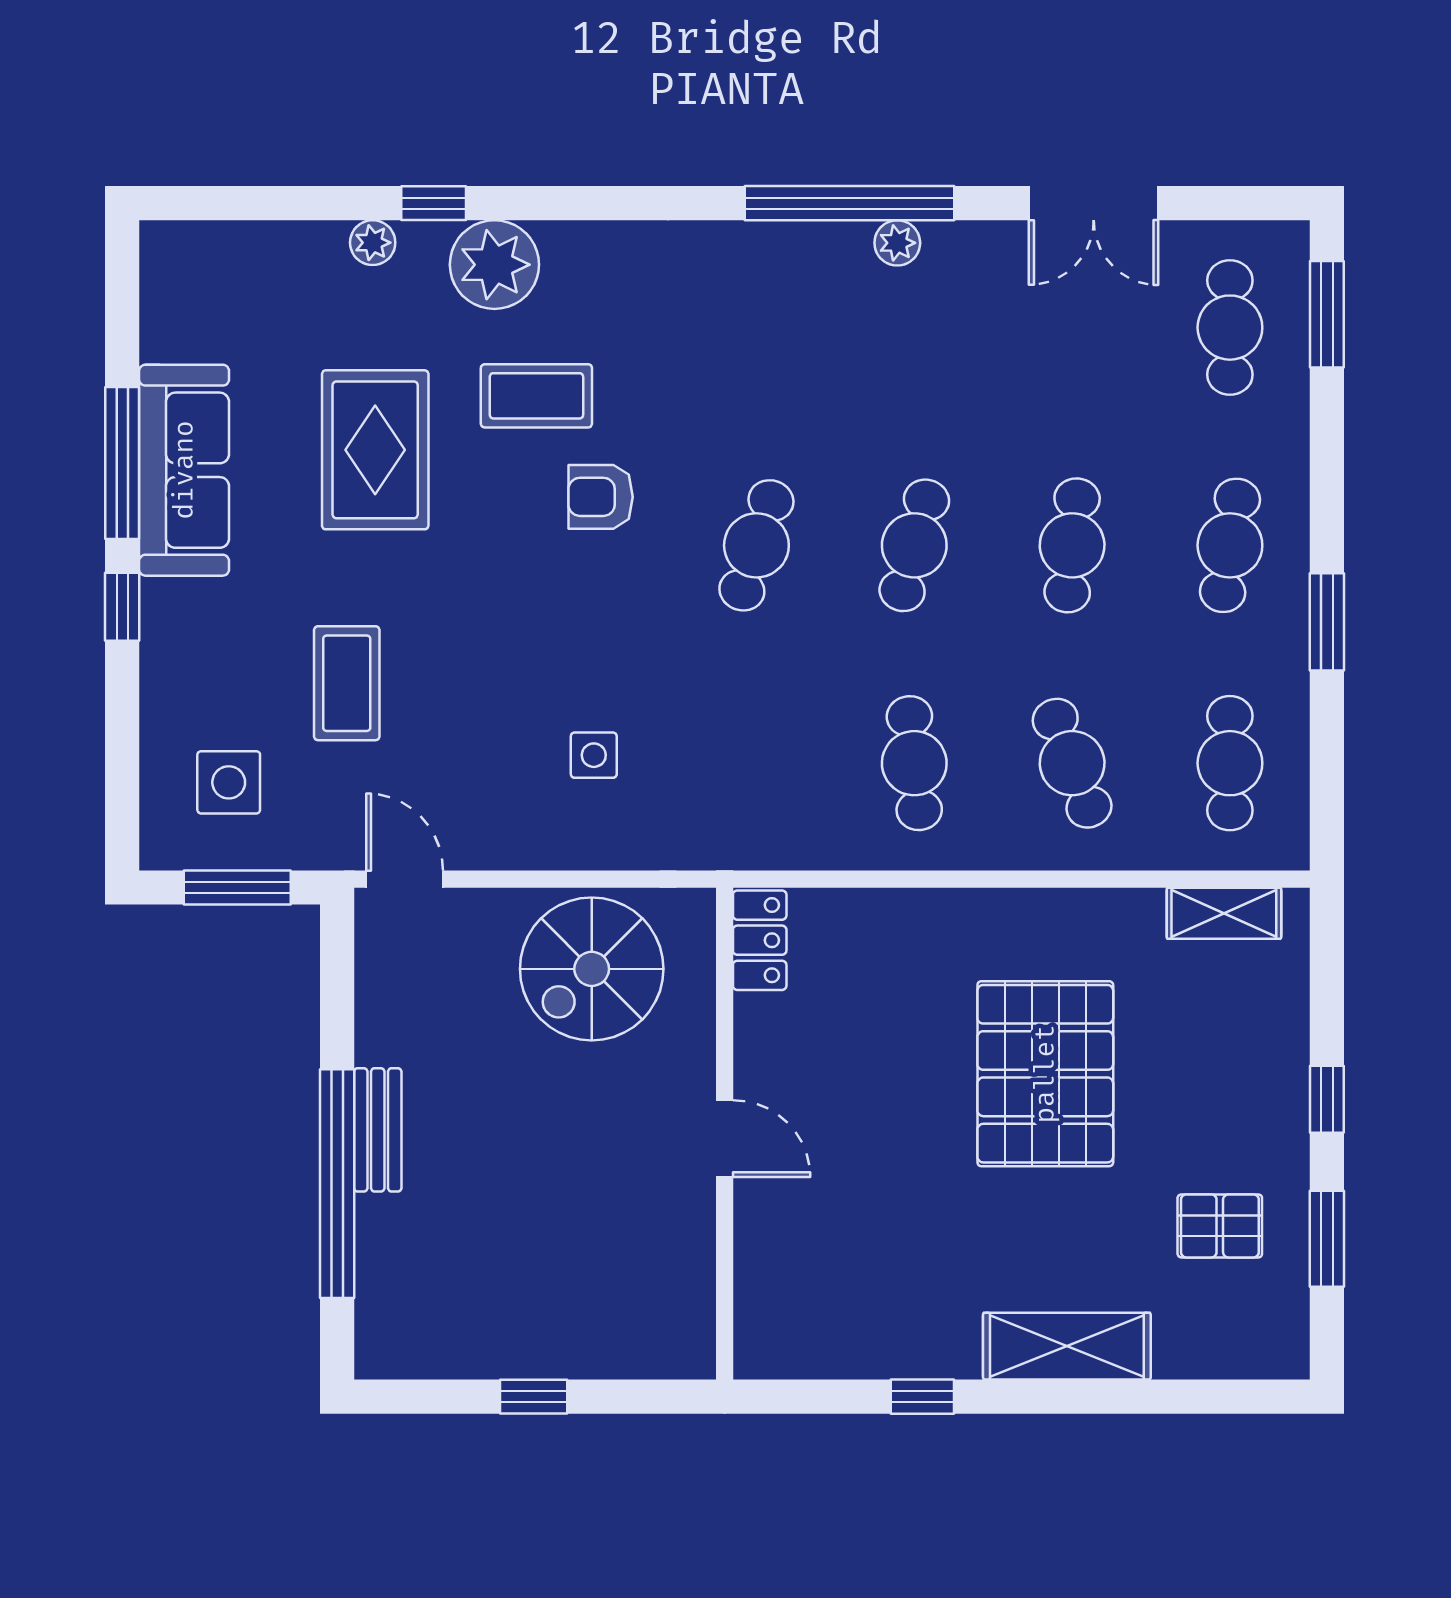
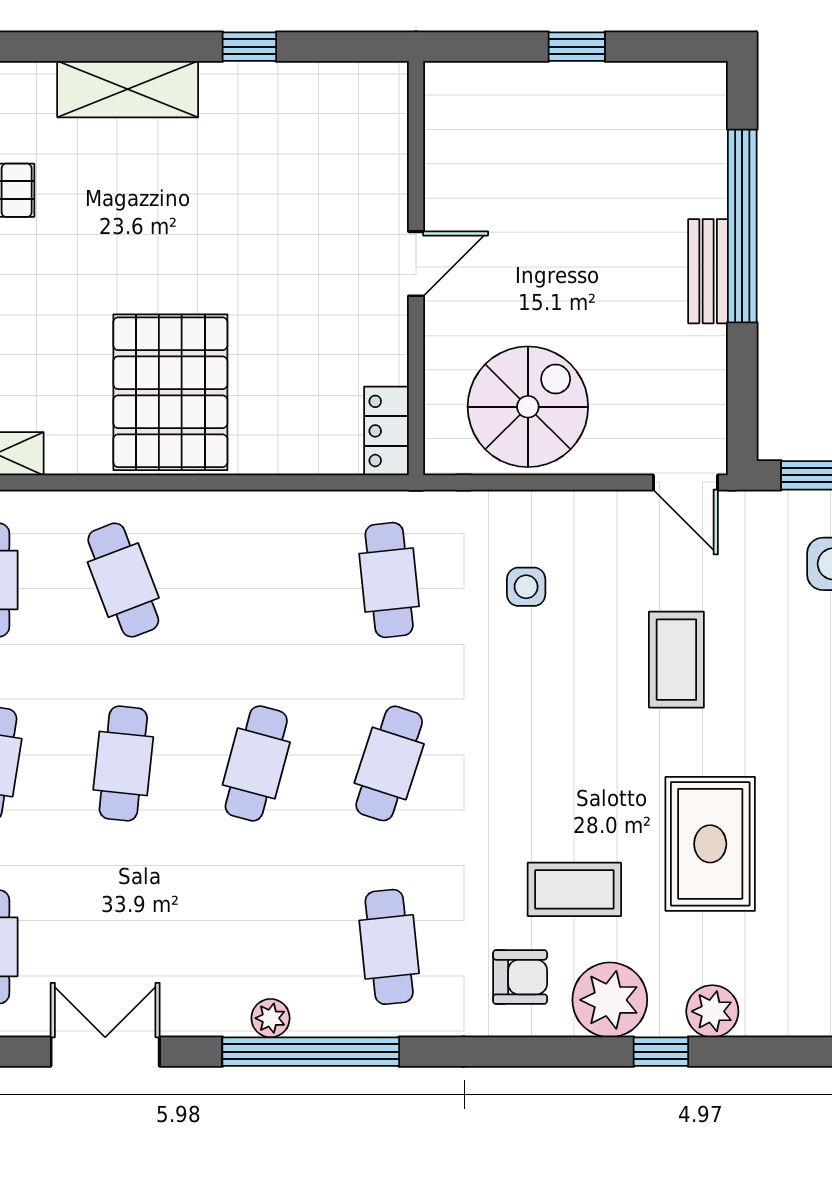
plant: (373, 243) -> (712, 1011), width x1.38, depth x1.38
cafe table: (756, 328) -> (389, 947), added
armchair: (601, 497) -> (520, 977), moved
coffee table: (347, 683) -> (676, 660), moved
cafe table: (914, 763) -> (389, 580), moved
pallet: (1045, 1074) -> (170, 392), moved
door: (725, 1139) -> (416, 264), swing flipped

